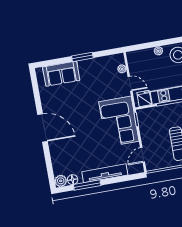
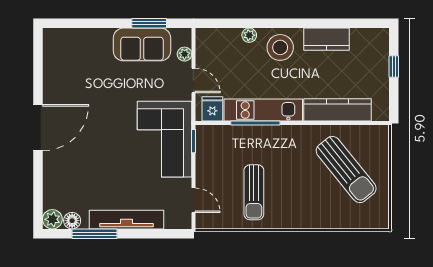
window: (82, 57) -> (149, 23), moved
sofa: (61, 74) -> (142, 44), moved
door: (43, 128) -> (38, 128), hinge flipped
door: (143, 155) -> (193, 200), swing flipped

